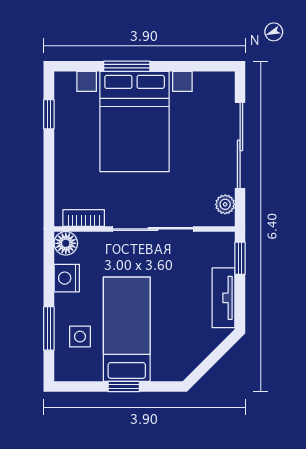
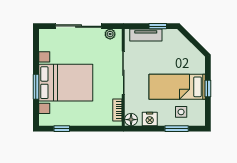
window: (240, 258) -> (158, 26), moved
tv unit: (223, 298) -> (146, 35), moved

